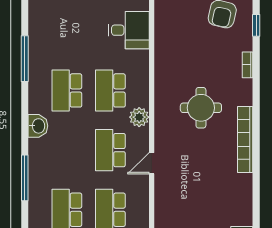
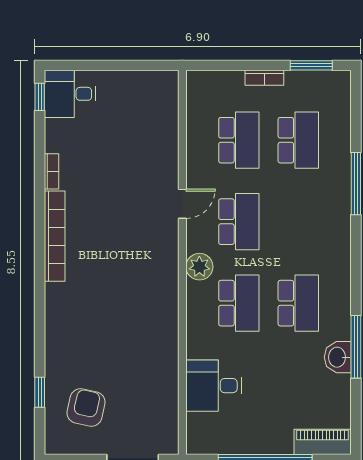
bookcase: (247, 65) -> (52, 171), moved
round table: (201, 108) -> (115, 279), removed
washbasin: (38, 126) -> (338, 357), moved

